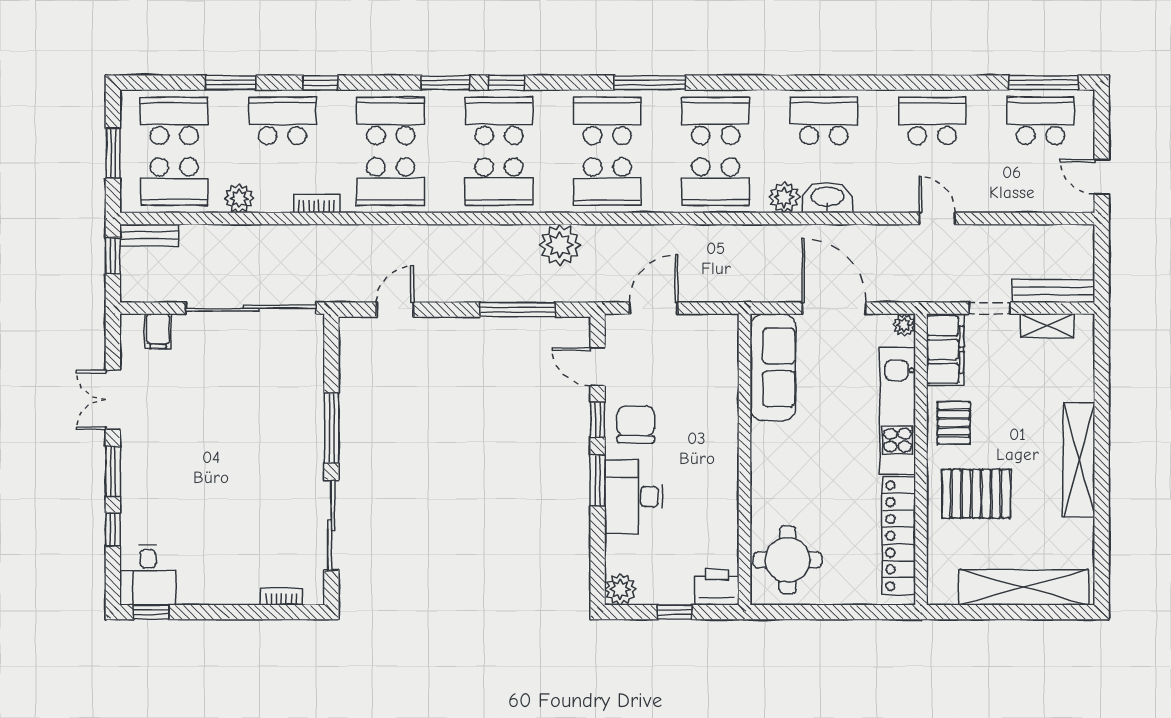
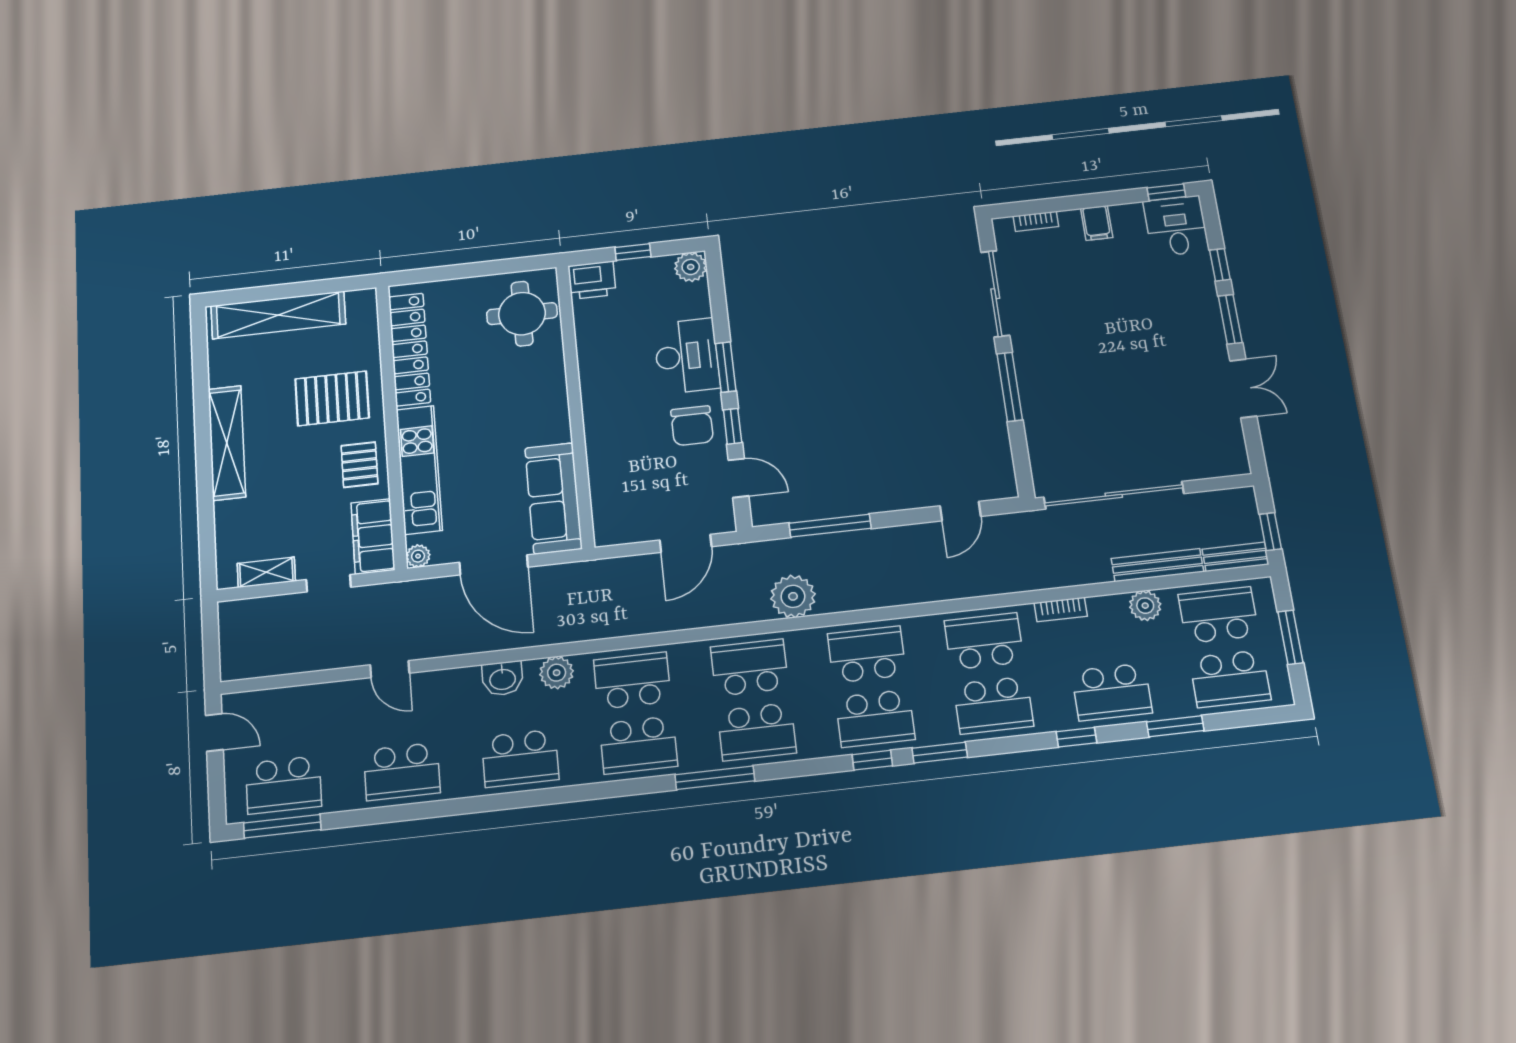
washbasin: (827, 198) -> (502, 679), width x0.72
bench: (1054, 291) -> (1157, 565), moved
filing cabinet: (158, 331) -> (1097, 223), moved, turned 180

